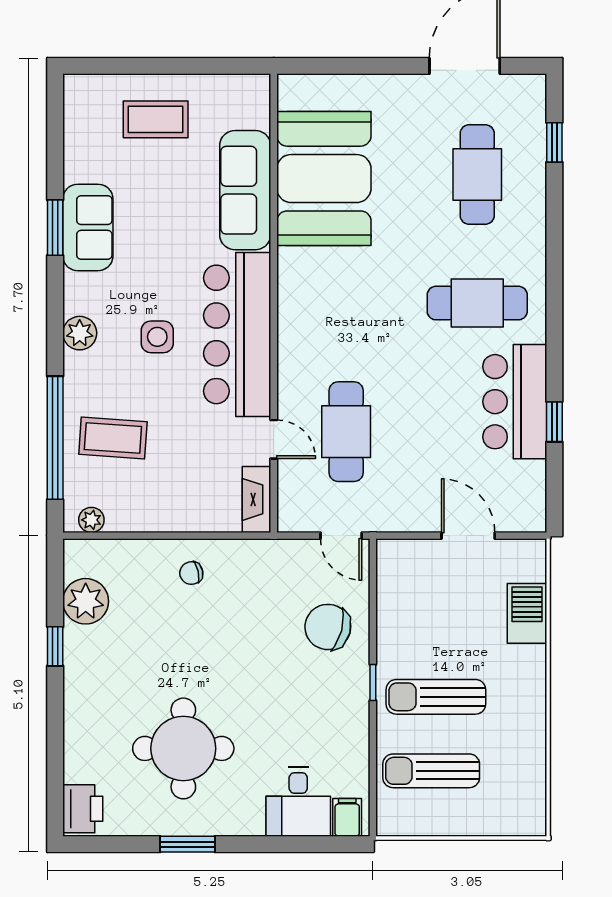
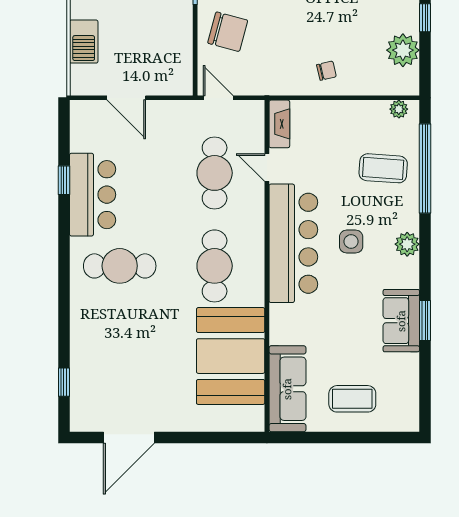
cafe table: (477, 174) -> (215, 266), moved
sofa: (245, 190) -> (287, 389), moved

